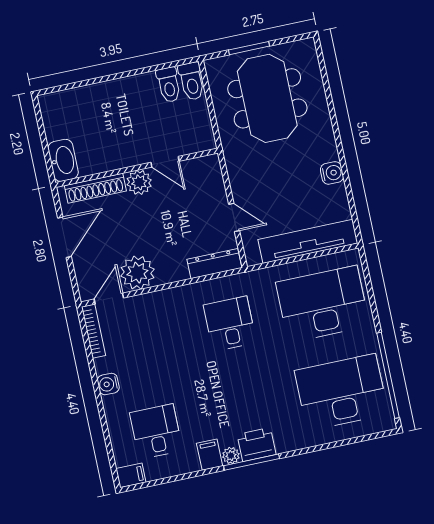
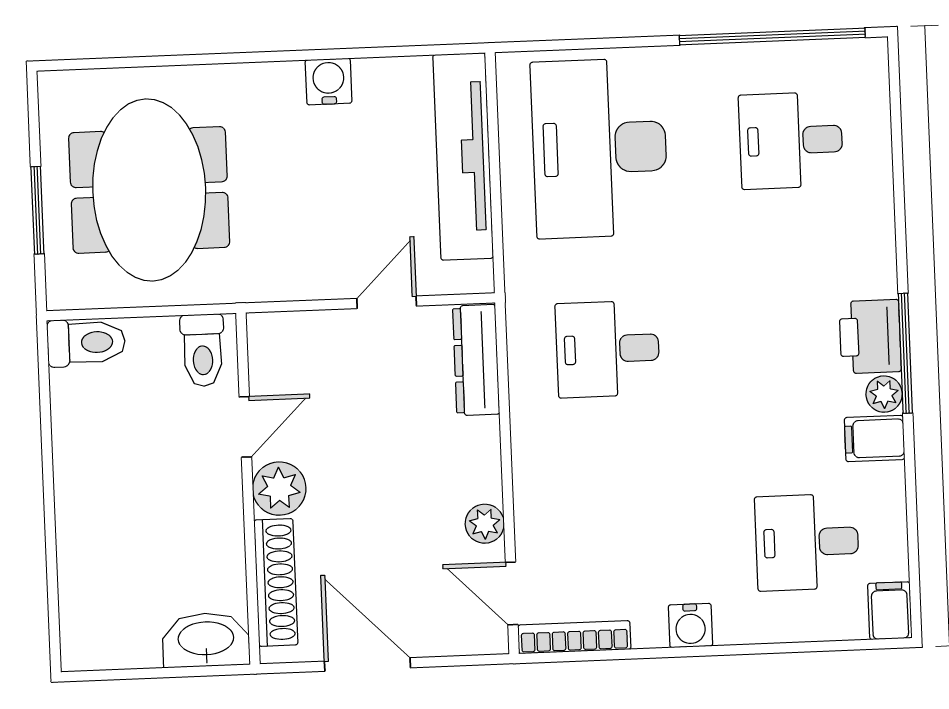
toilet: (169, 85) -> (203, 350), moved, turned 90
meeting table: (267, 98) -> (149, 190), turned 90
plant: (137, 273) -> (485, 524), width x0.53, depth x0.53
desk: (341, 392) -> (791, 140), width x0.53, depth x0.77

